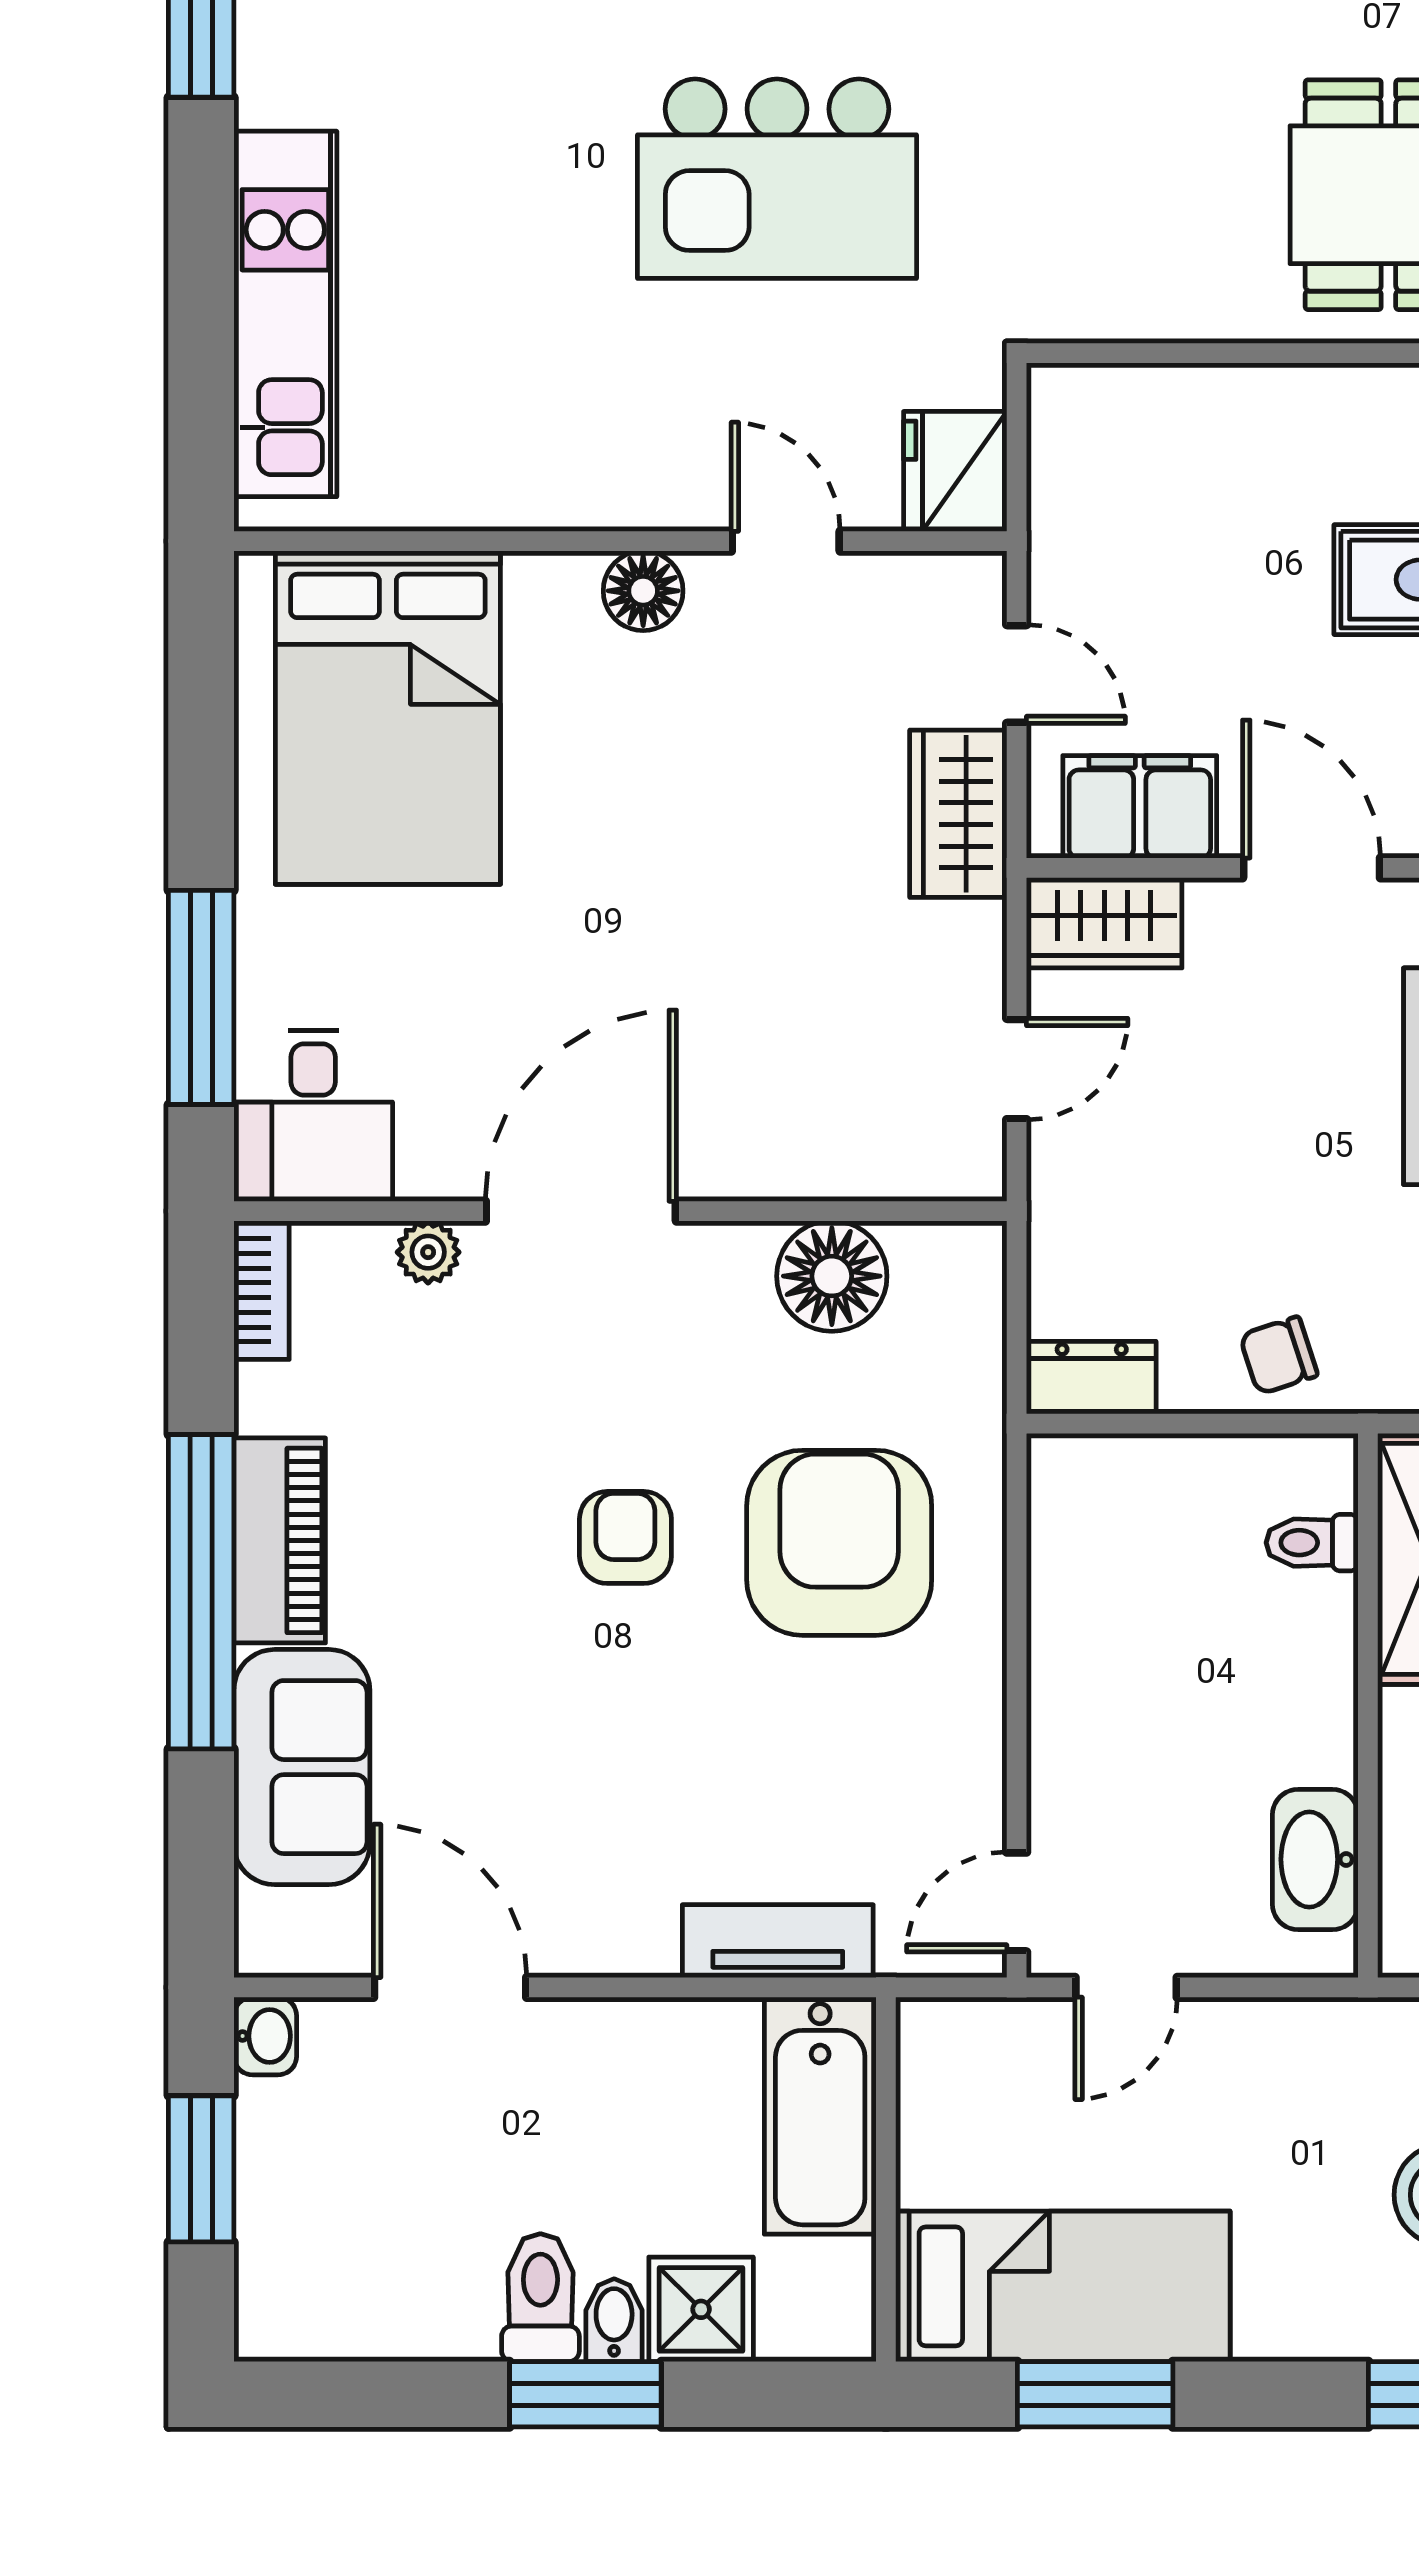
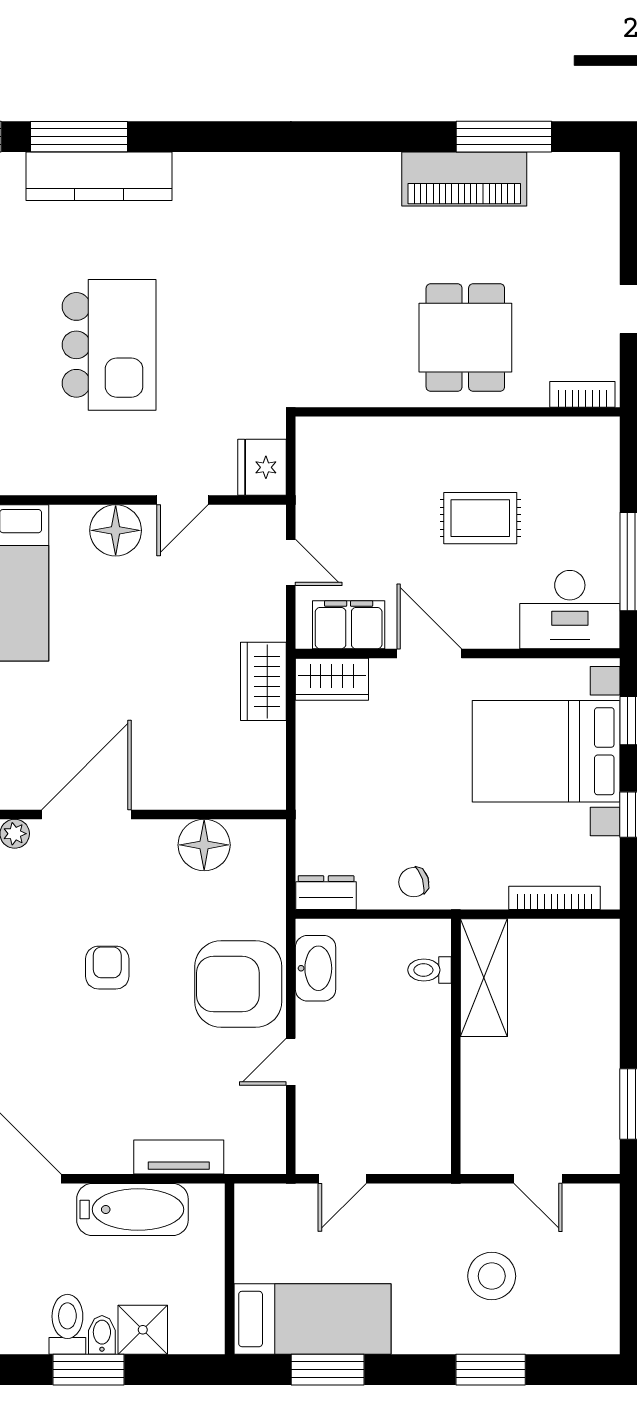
kitchen island: (777, 179) -> (109, 345), moved, turned -90
door: (786, 541) -> (182, 500), swing flipped
floor lamp: (643, 591) -> (116, 530), width x1.38, depth x1.38
wardrobe: (958, 814) -> (263, 681), moved
door: (1017, 1069) -> (291, 748), removed
armchair: (839, 1543) -> (238, 984), moved, turned -90
washbasin: (1315, 1859) -> (316, 968), moved, turned 180
door: (1017, 1902) -> (291, 1062), moved
bathtub: (820, 2116) -> (132, 1209), moved, turned -90

